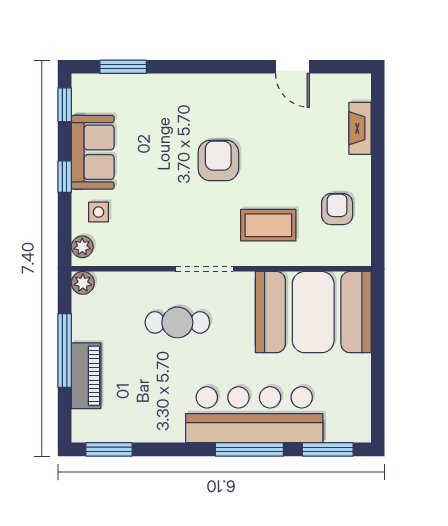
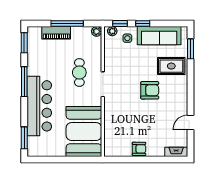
window: (65, 105) -> (120, 24), moved
rug: (163, 111) -> (171, 66), added
fireplace: (360, 128) -> (176, 152), moved
sofa: (93, 152) -> (159, 36), width x1.36
armchair: (337, 209) -> (139, 149), moved
coffee table: (268, 225) -> (122, 112), removed
window: (249, 449) -> (24, 82), moved

